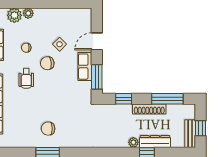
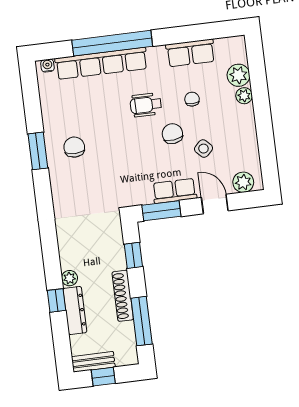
plant: (85, 21) -> (243, 182), added

